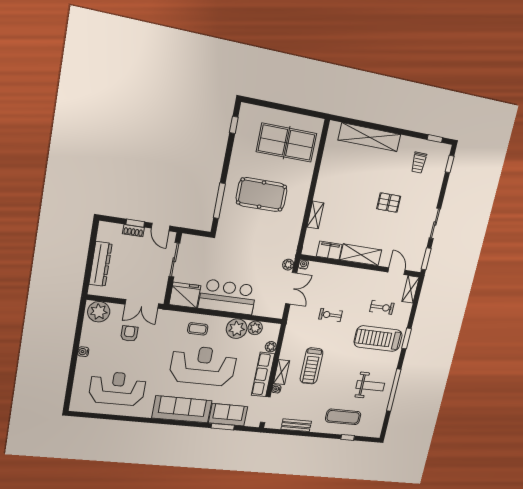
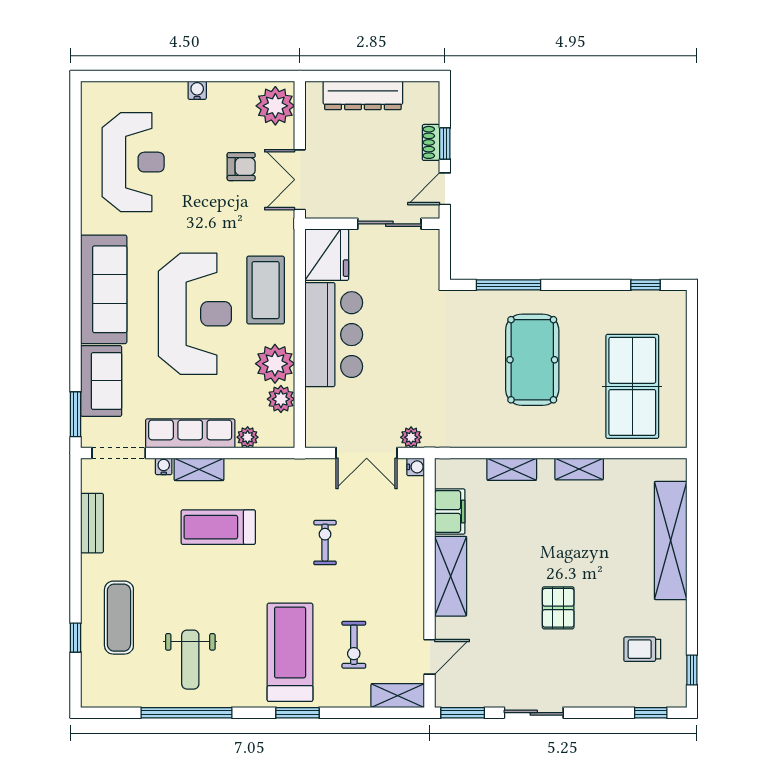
shelving: (323, 179) -> (579, 469), added
coffee table: (198, 329) -> (266, 290), width x1.86, depth x1.72
window: (223, 427) -> (76, 414), moved

